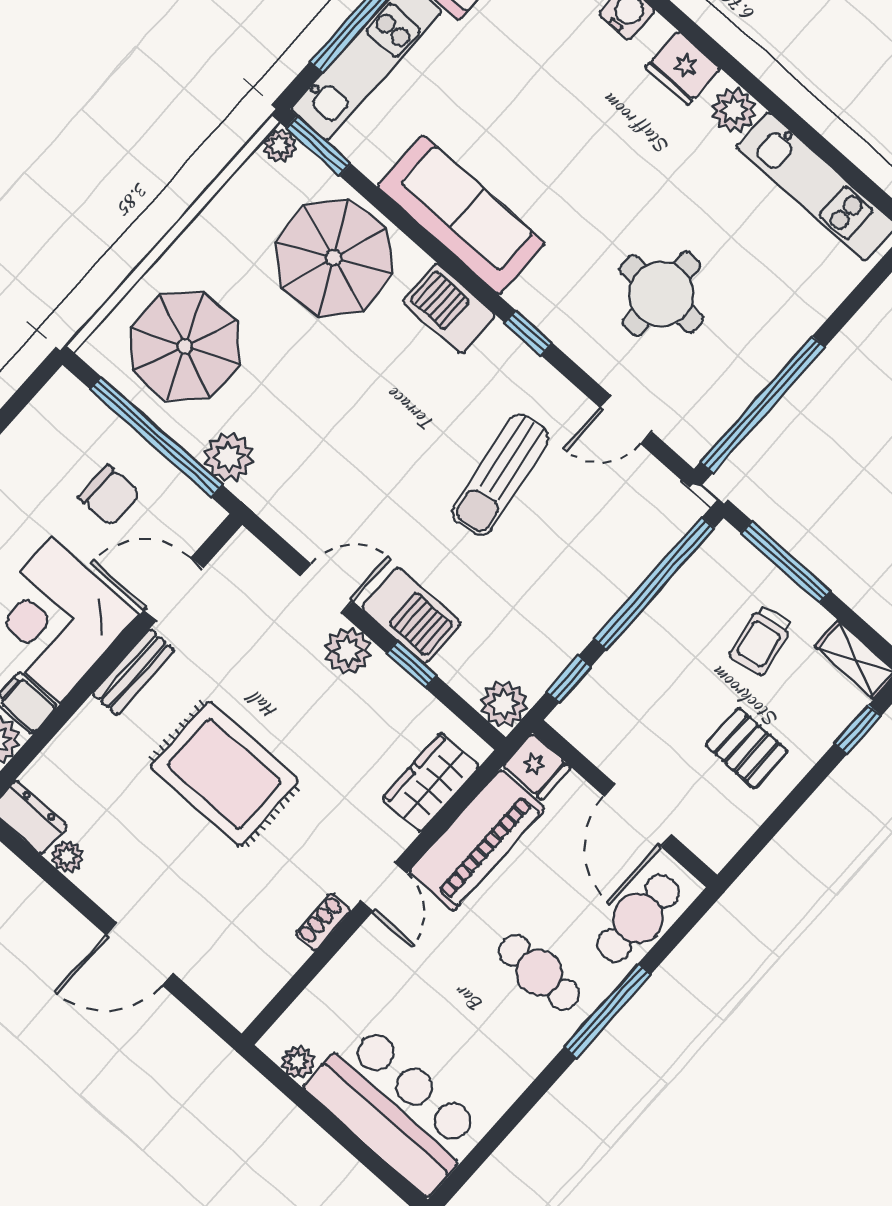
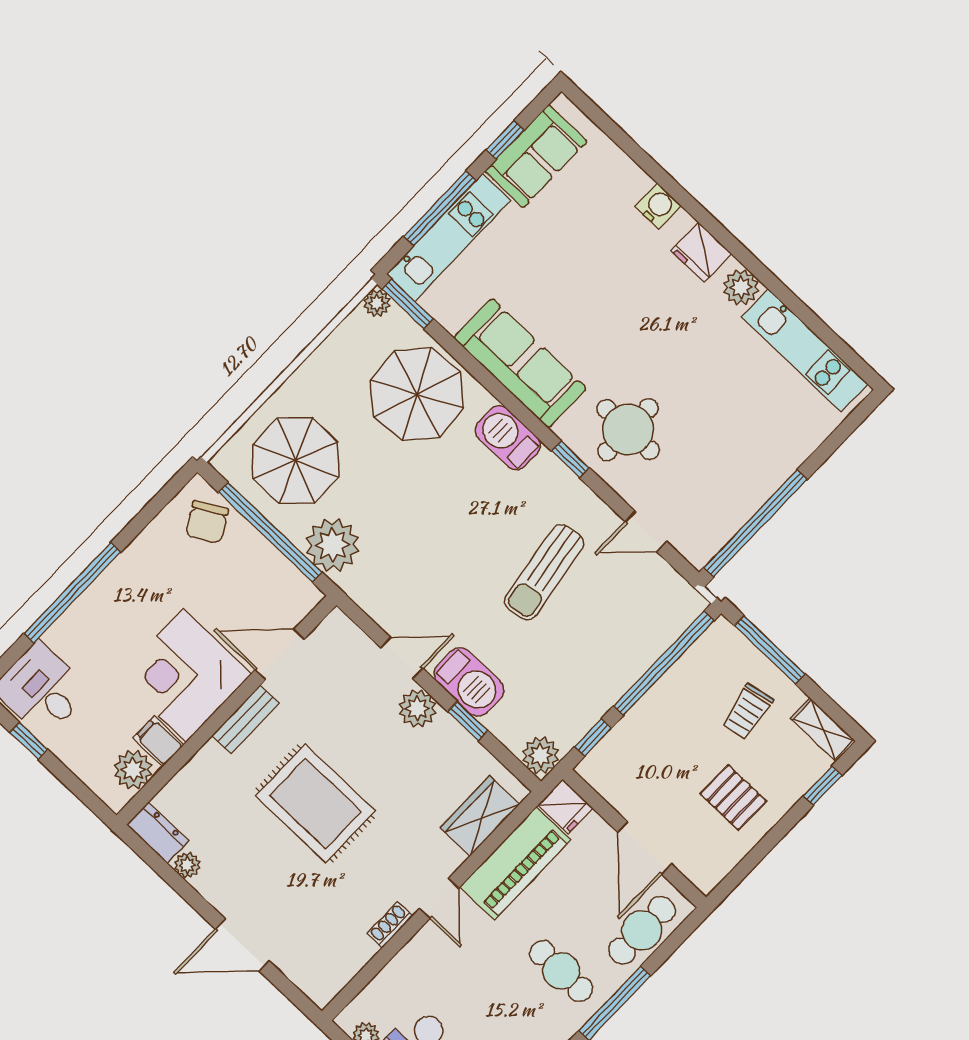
round table: (661, 294) -> (628, 430), moved
plant: (229, 457) -> (333, 545), width x1.36, depth x1.36
chair: (110, 496) -> (207, 522), moved, turned 60

